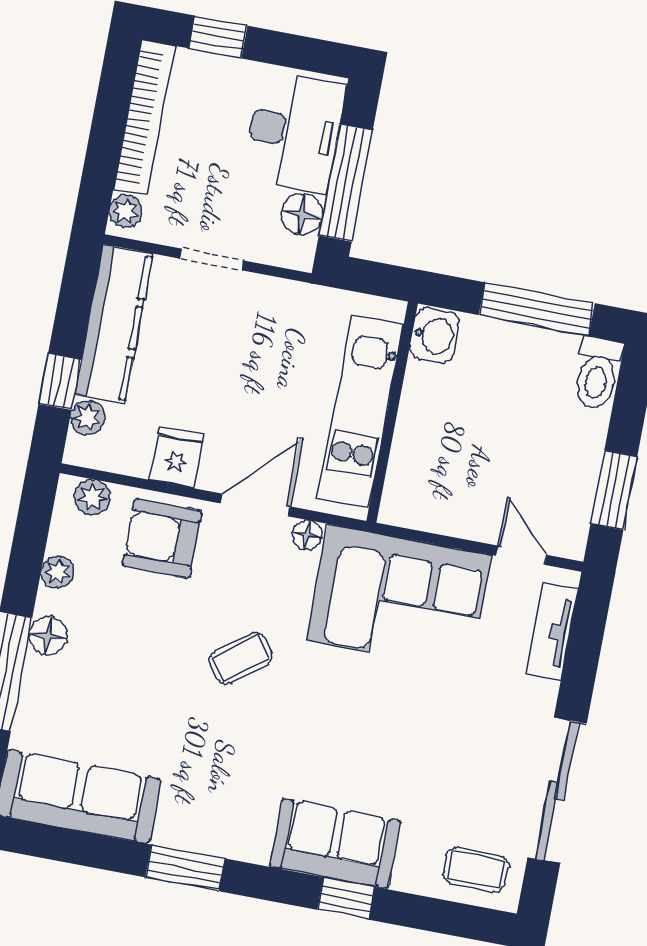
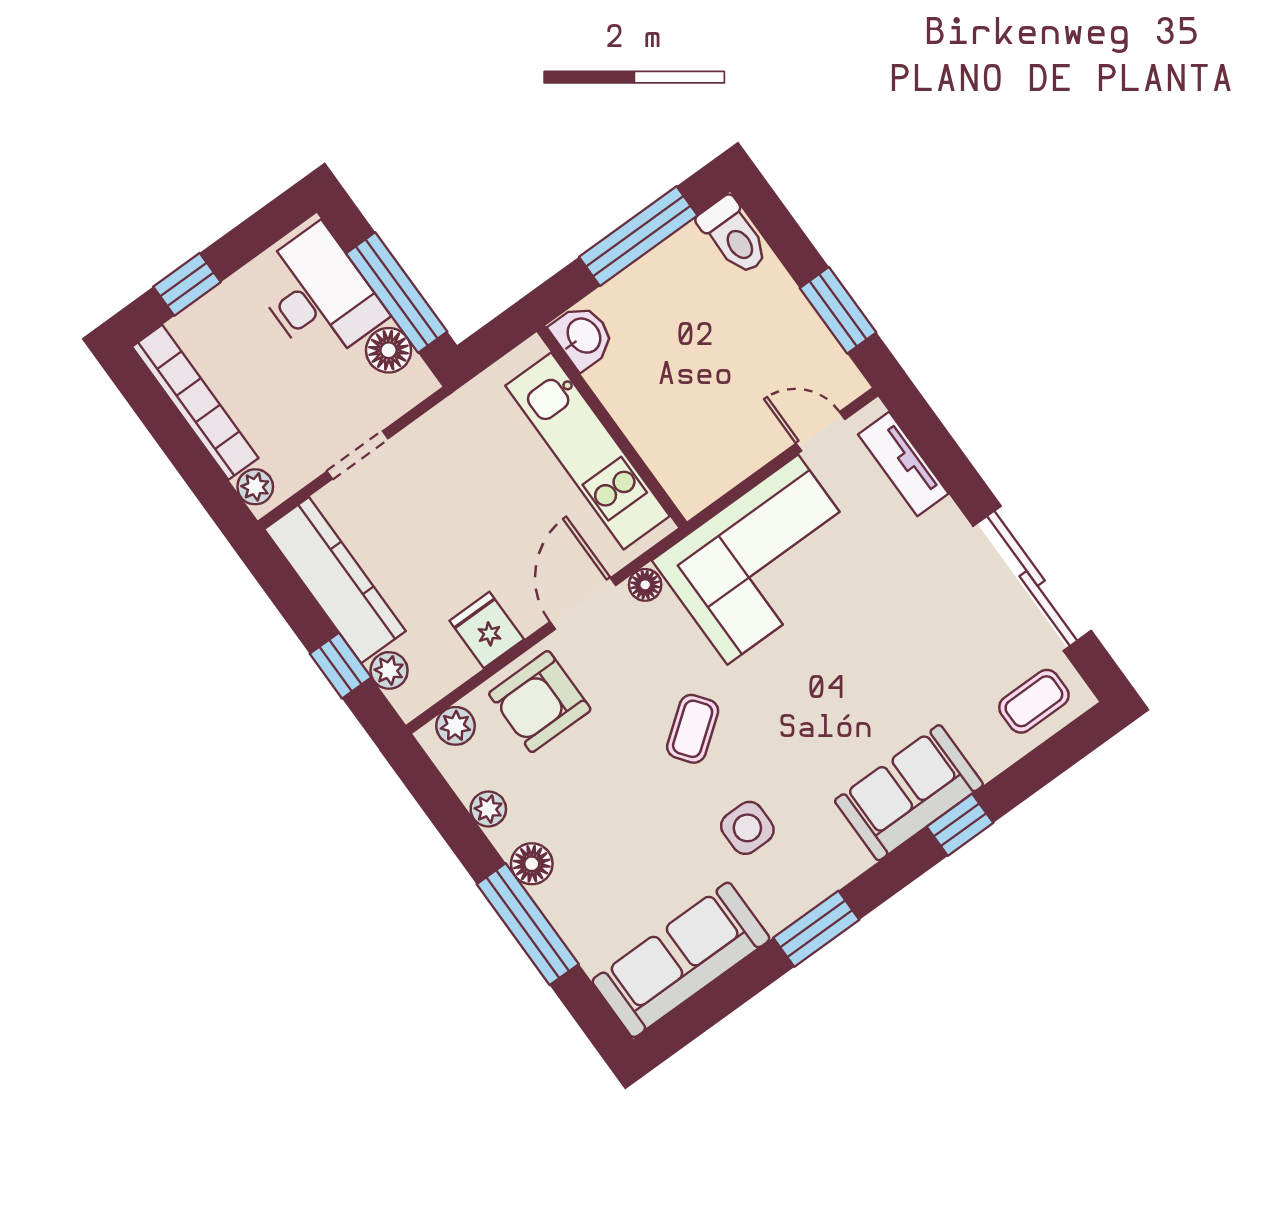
side table: (209, 758) -> (747, 828), added

